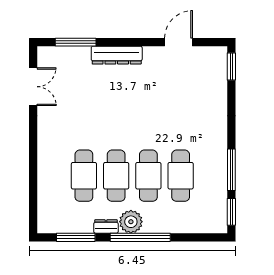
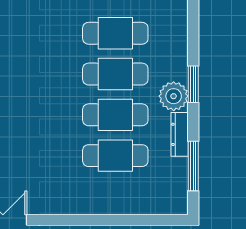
dresser: (106, 227) -> (180, 134), width x1.44
window: (140, 237) -> (193, 84), width x0.47

